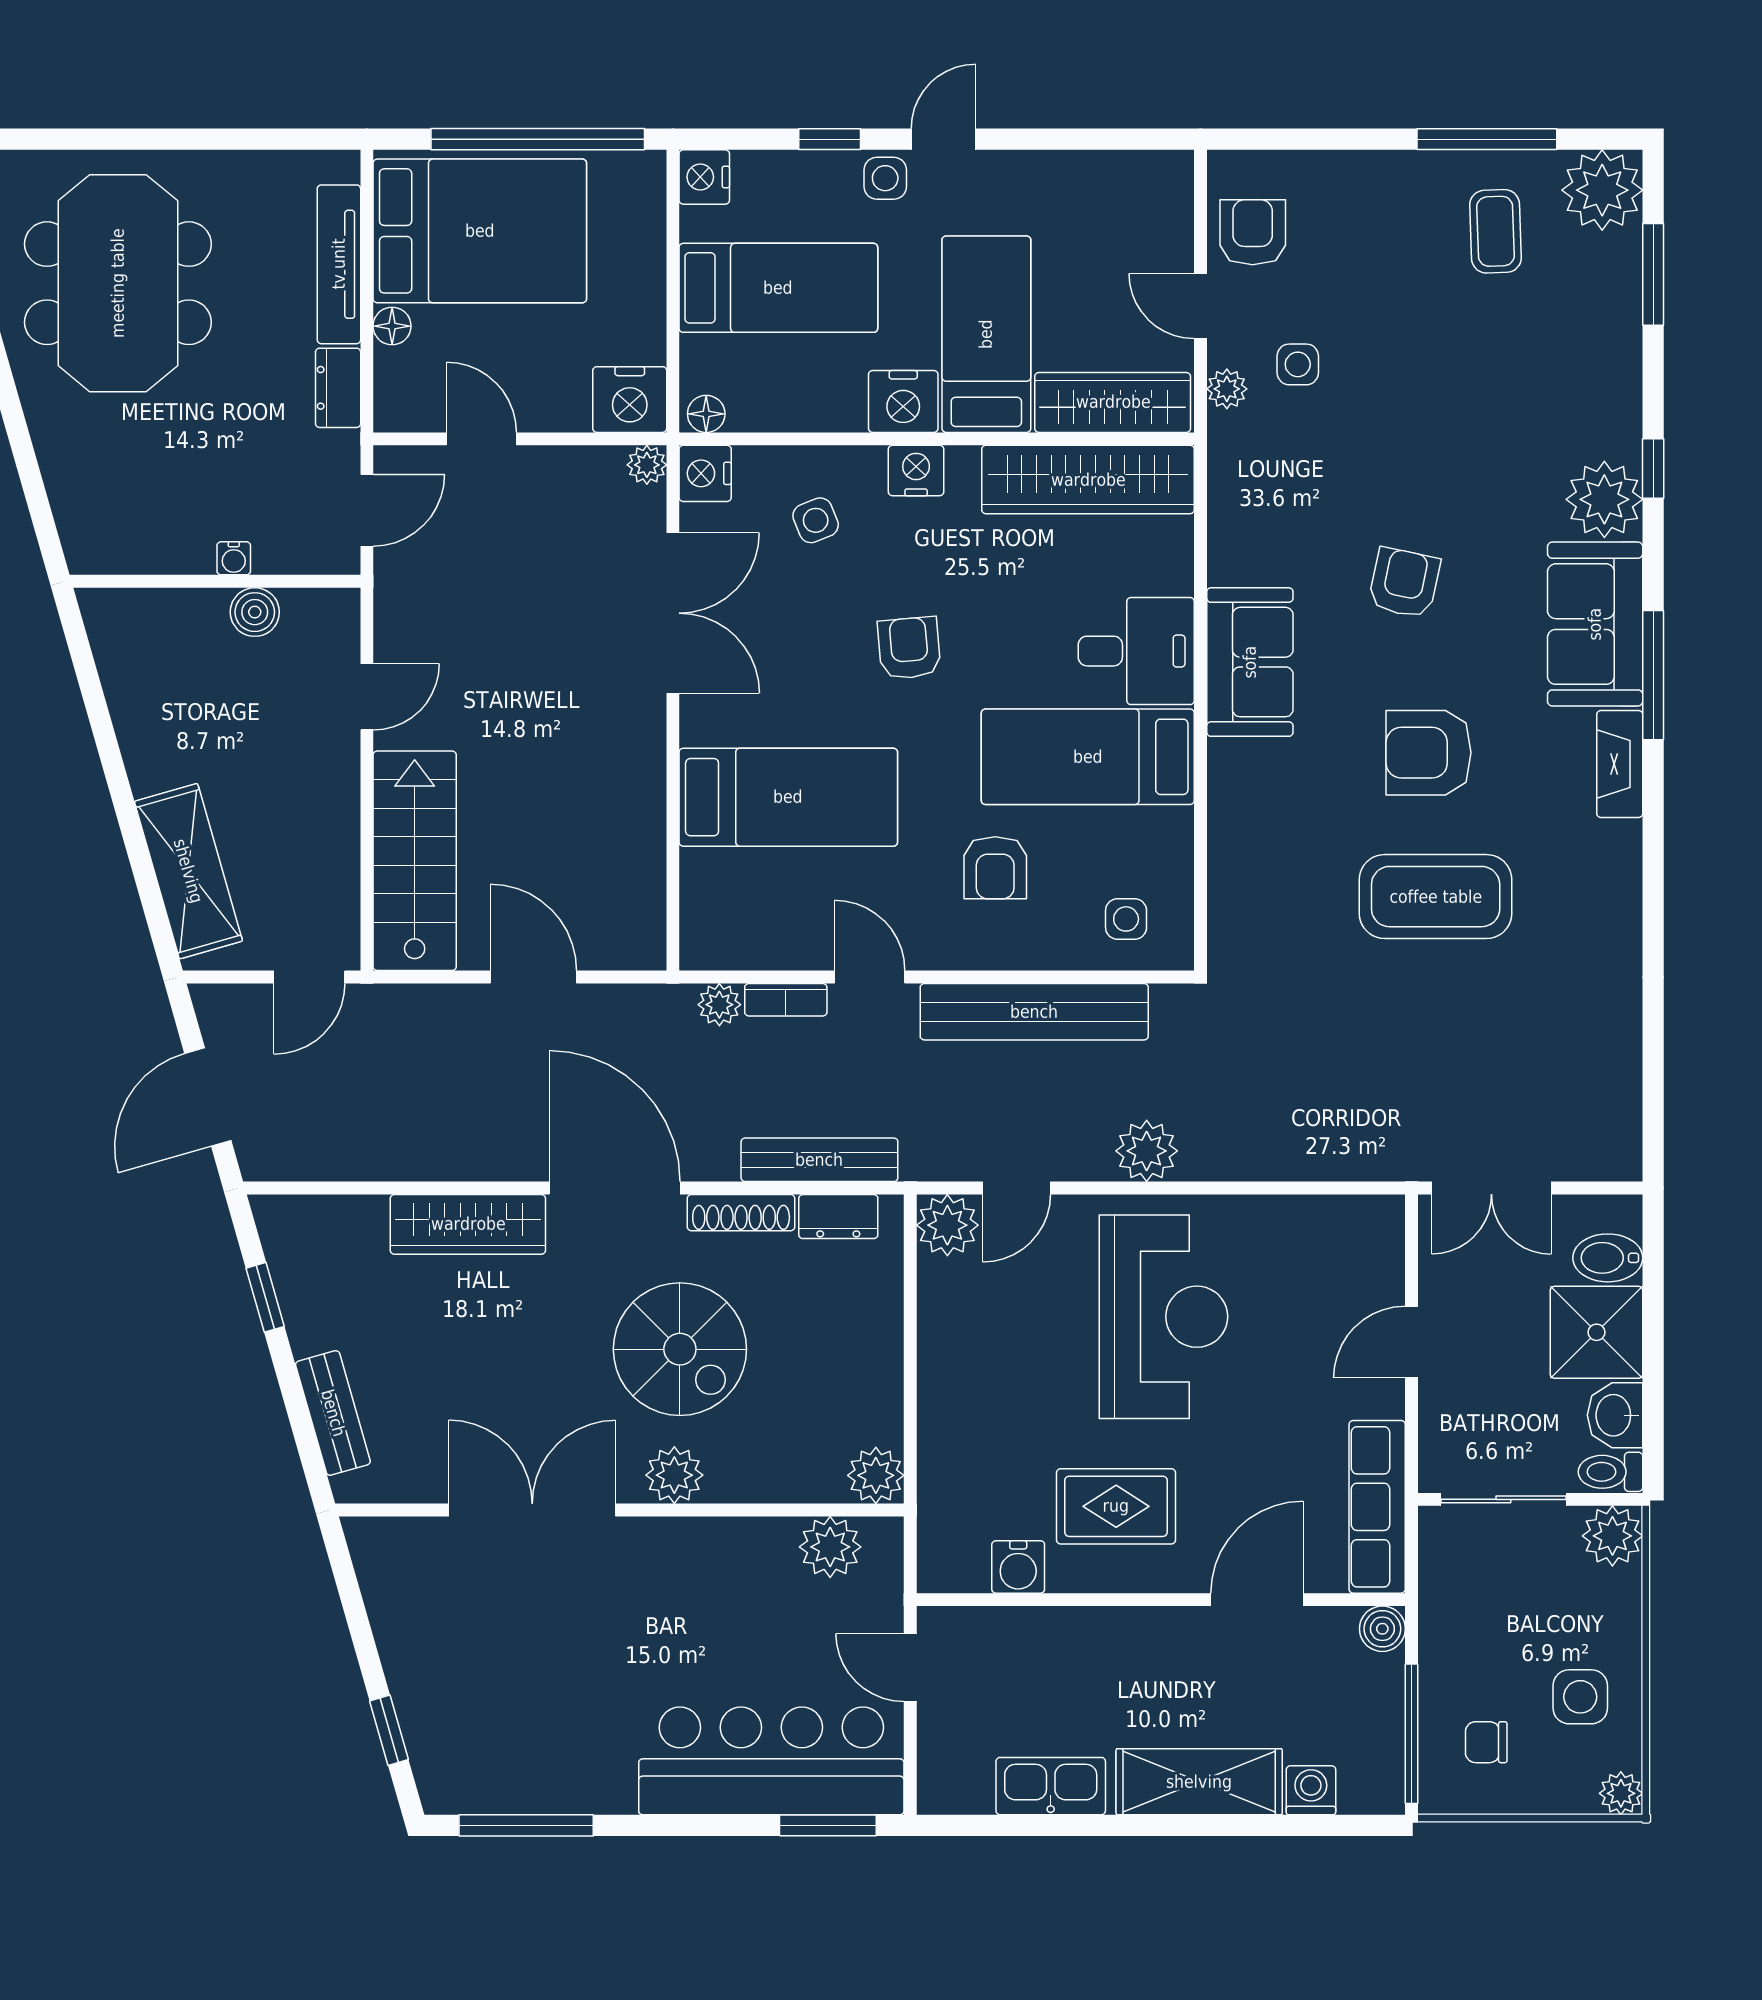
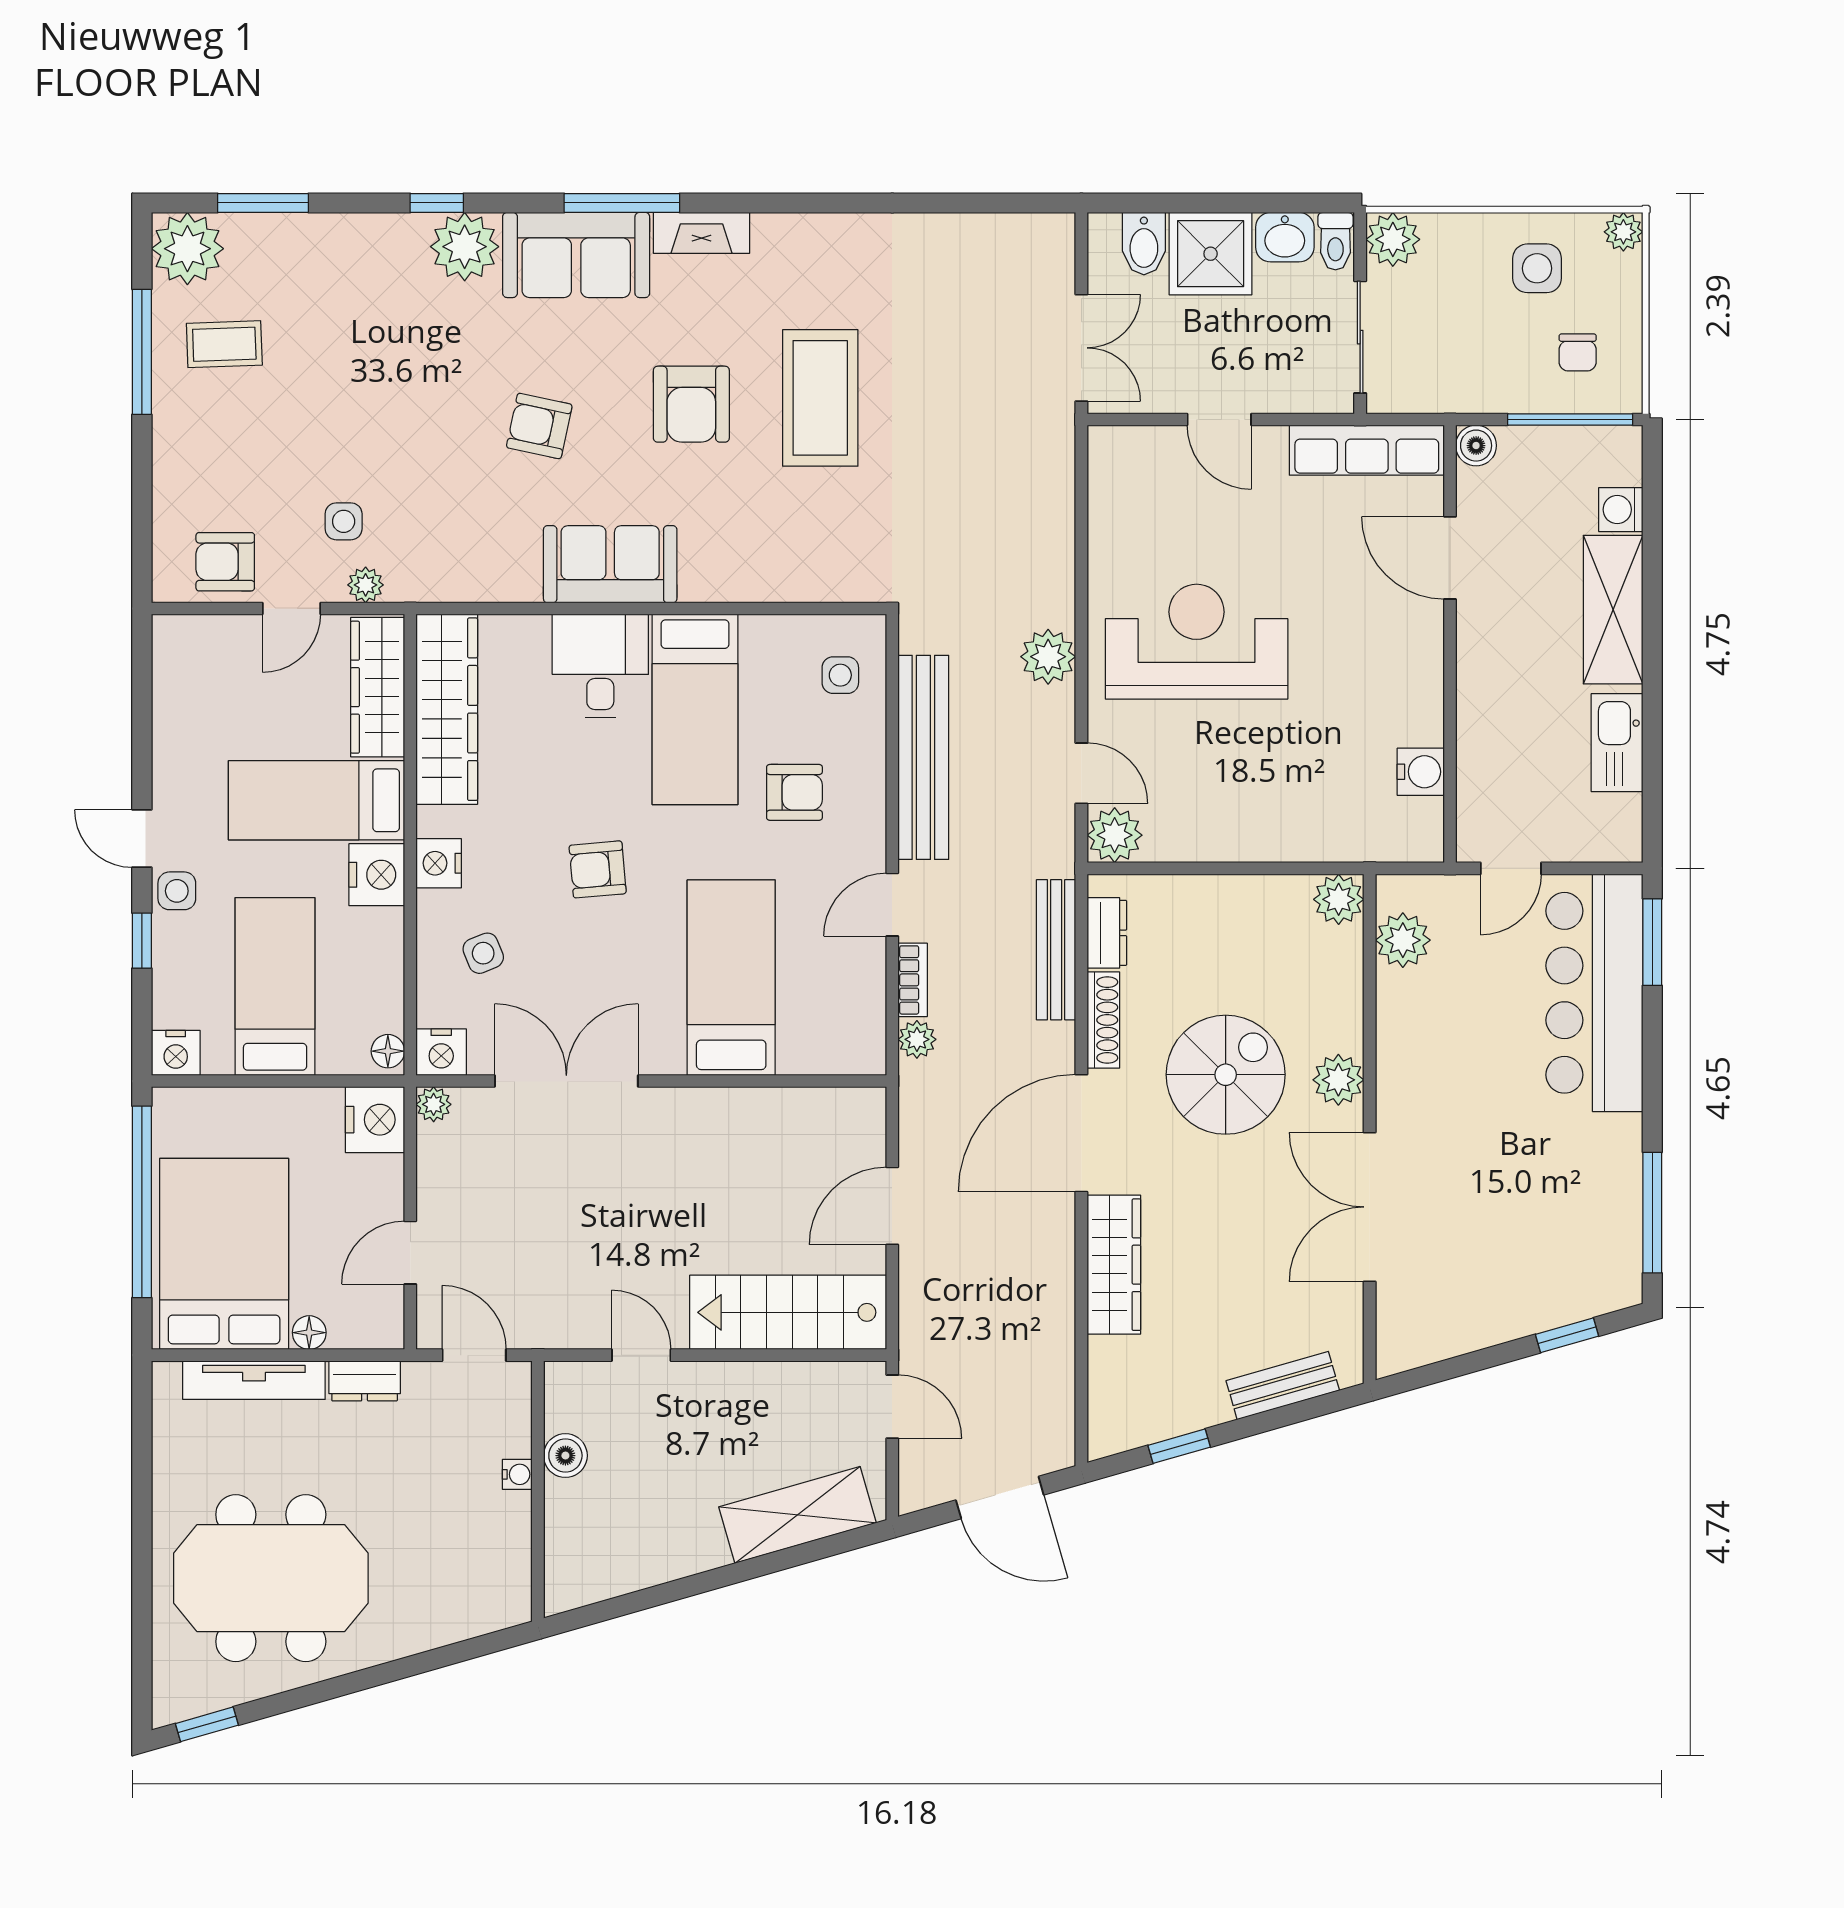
rug: (1116, 1506) -> (1366, 684), removed

